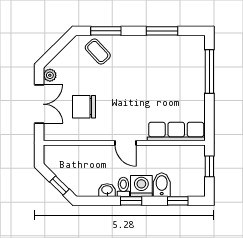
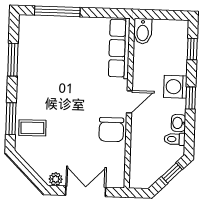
coffee table: (98, 52) -> (32, 128), turned 42
chair: (84, 107) -> (111, 130), moved
window: (209, 166) -> (157, 15), removed
bidet: (162, 185) -> (143, 31), moved, turned -90
toilet: (123, 187) -> (175, 139), moved

